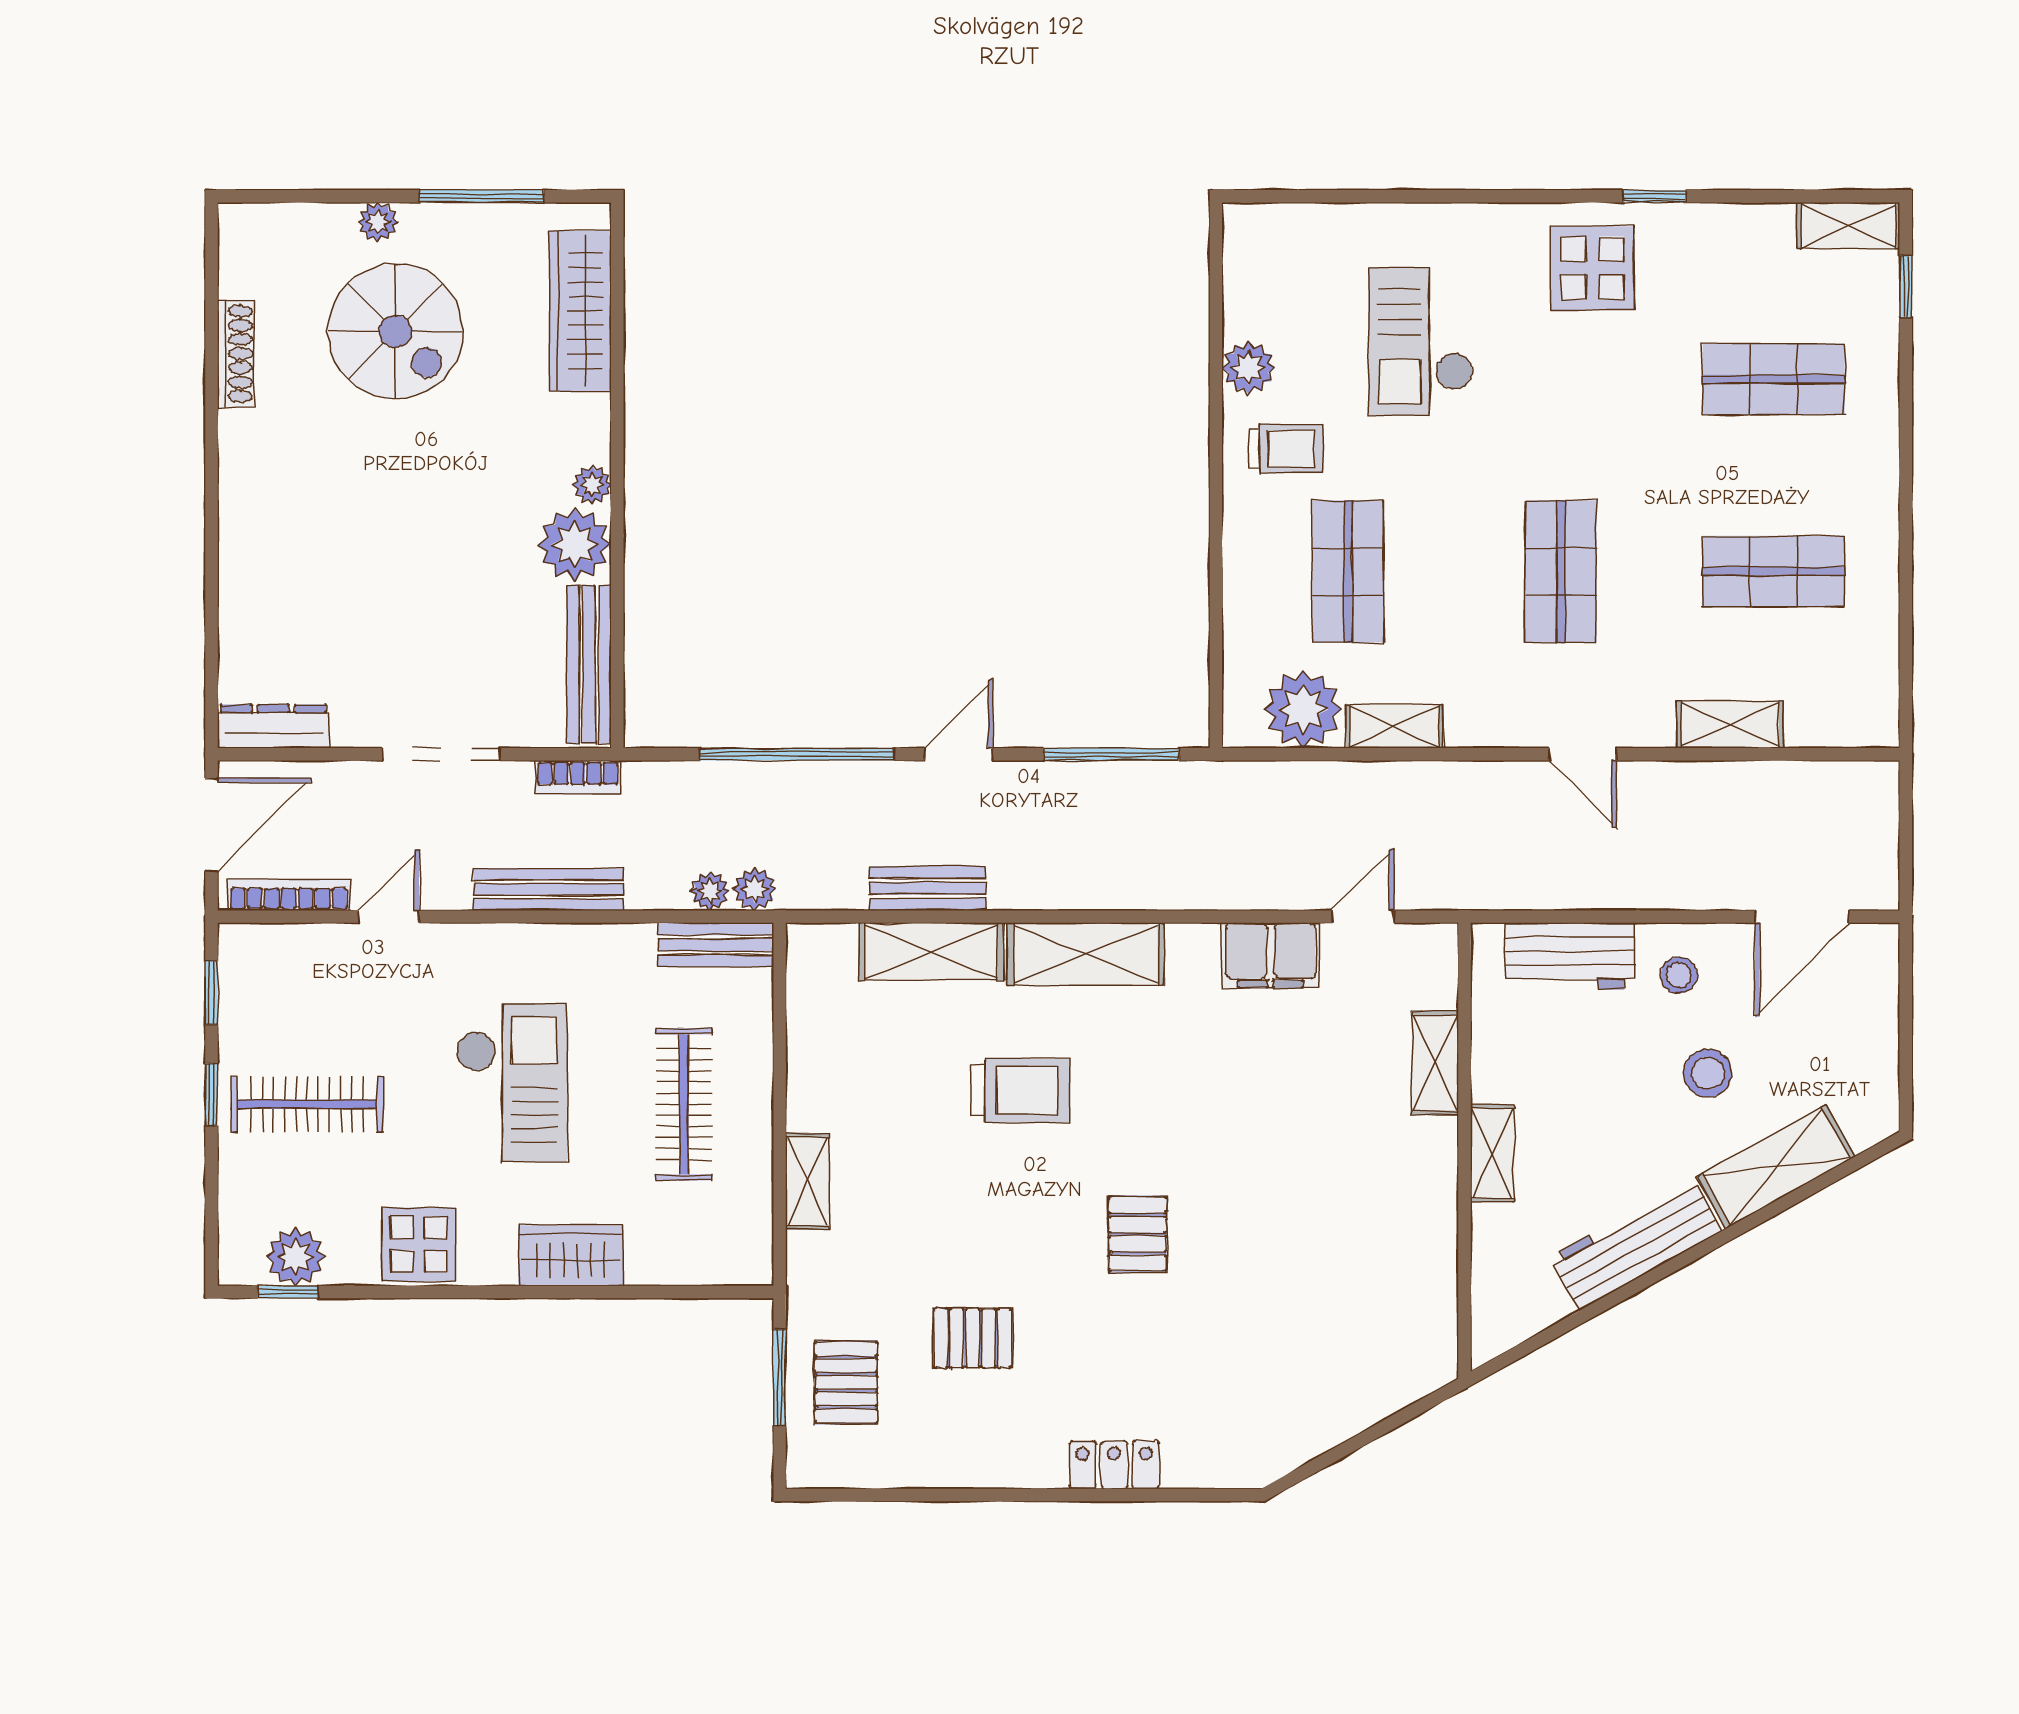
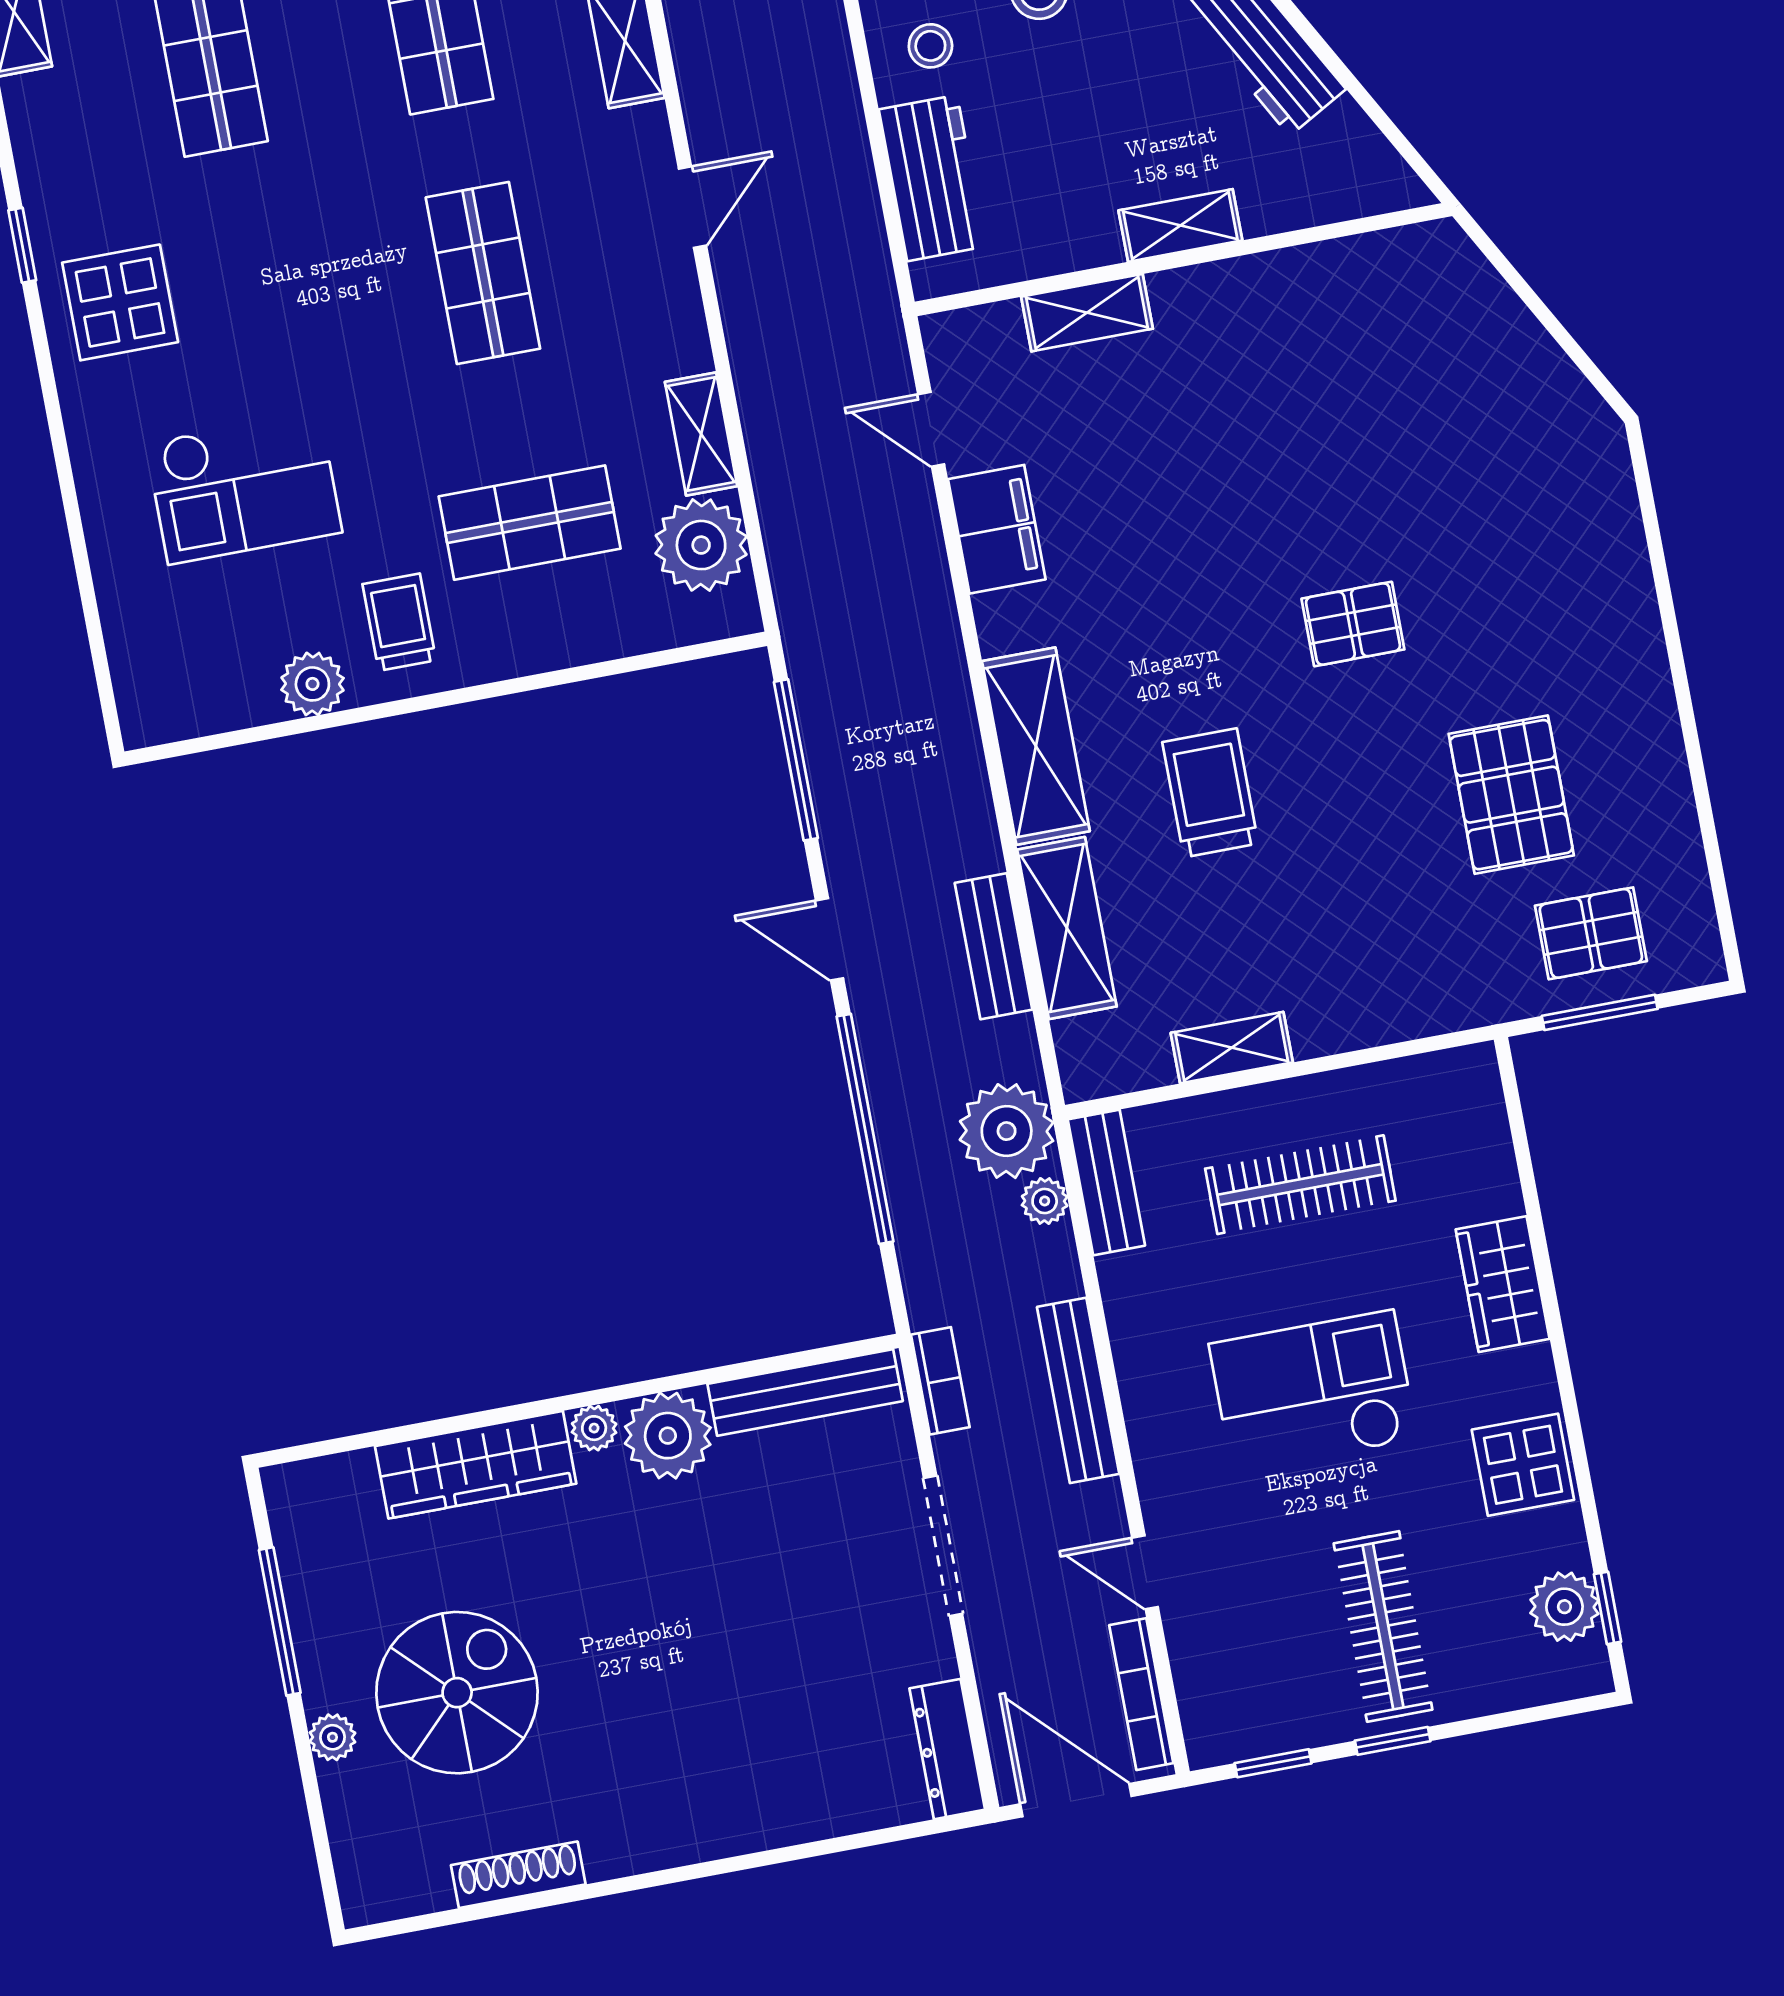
wardrobe: (580, 311) -> (476, 1465), moved
shop shelf: (1561, 571) -> (483, 273), turned 90
plant: (755, 889) -> (1007, 1131), width x1.87, depth x1.87
shelving: (807, 1181) -> (1232, 1048), moved
pallet: (973, 1338) -> (1511, 795), width x1.50, depth x1.42
locker: (1114, 1465) -> (1629, 601), removed

